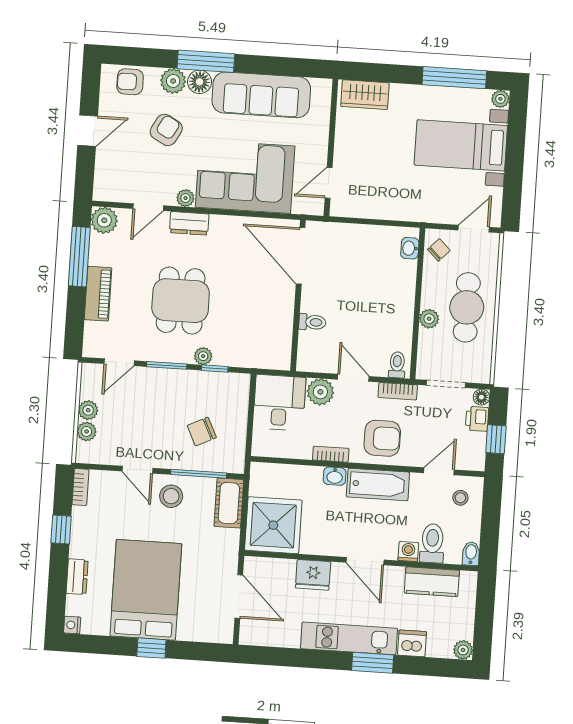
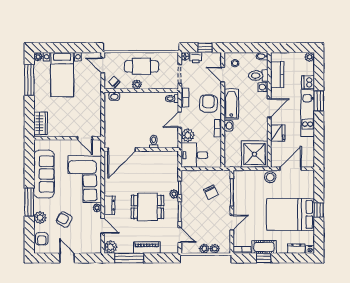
floor lamp: (200, 82) -> (40, 205), removed
plant: (429, 319) -> (137, 84), moved
stool: (171, 496) -> (270, 177), moved
cot: (229, 503) -> (264, 247), moved
dresser: (77, 577) -> (296, 249), moved

